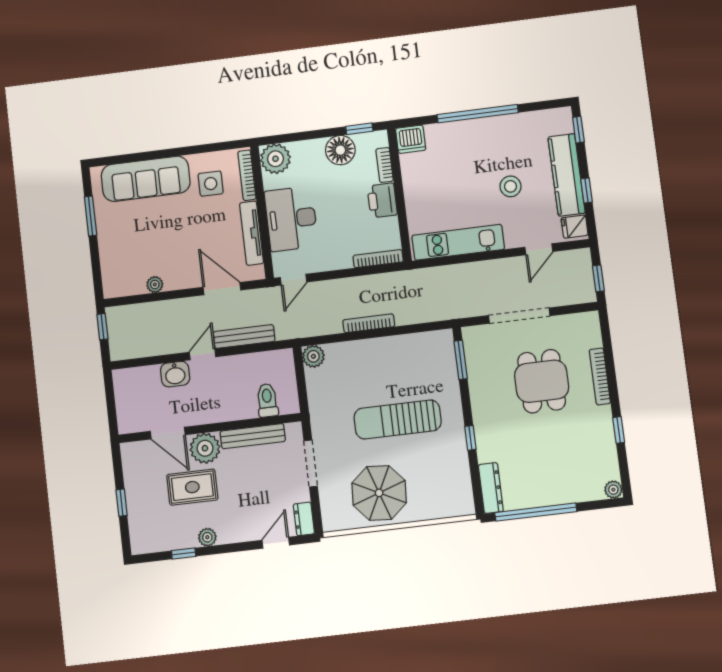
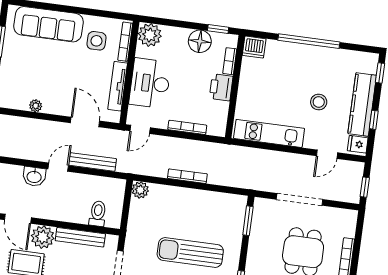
bookcase: (378, 259) -> (187, 127), moved

